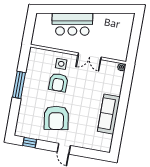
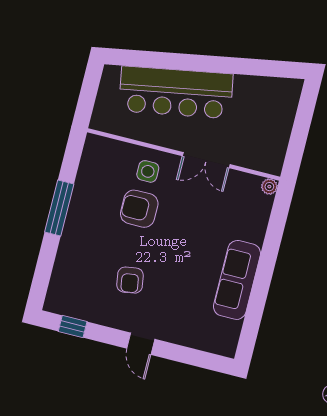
bar counter: (72, 24) -> (176, 92), width x1.36
armchair: (58, 82) -> (139, 209), turned 90
armchair: (56, 118) -> (130, 280), width x0.53, depth x0.53

